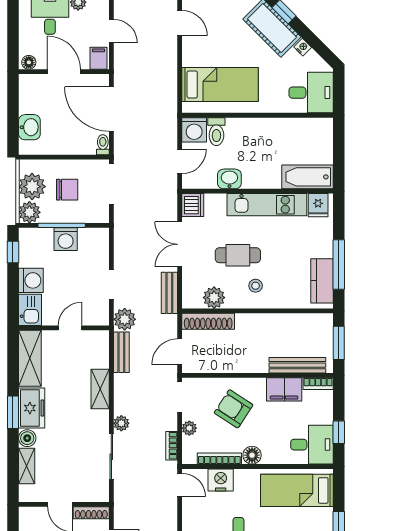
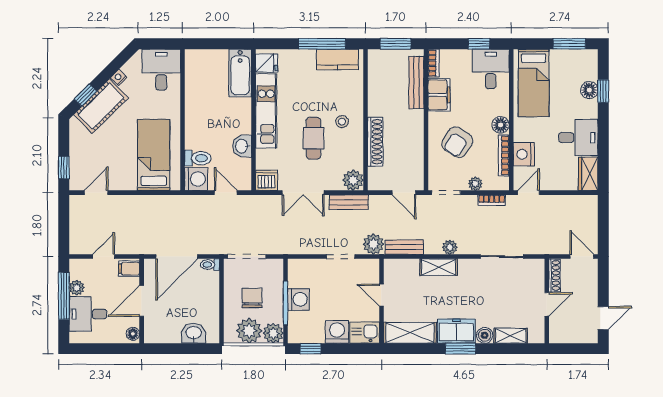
plant: (214, 298) -> (353, 180), moved
shoe rack: (208, 321) -> (375, 142), moved
plant: (121, 423) -> (450, 247), moved

